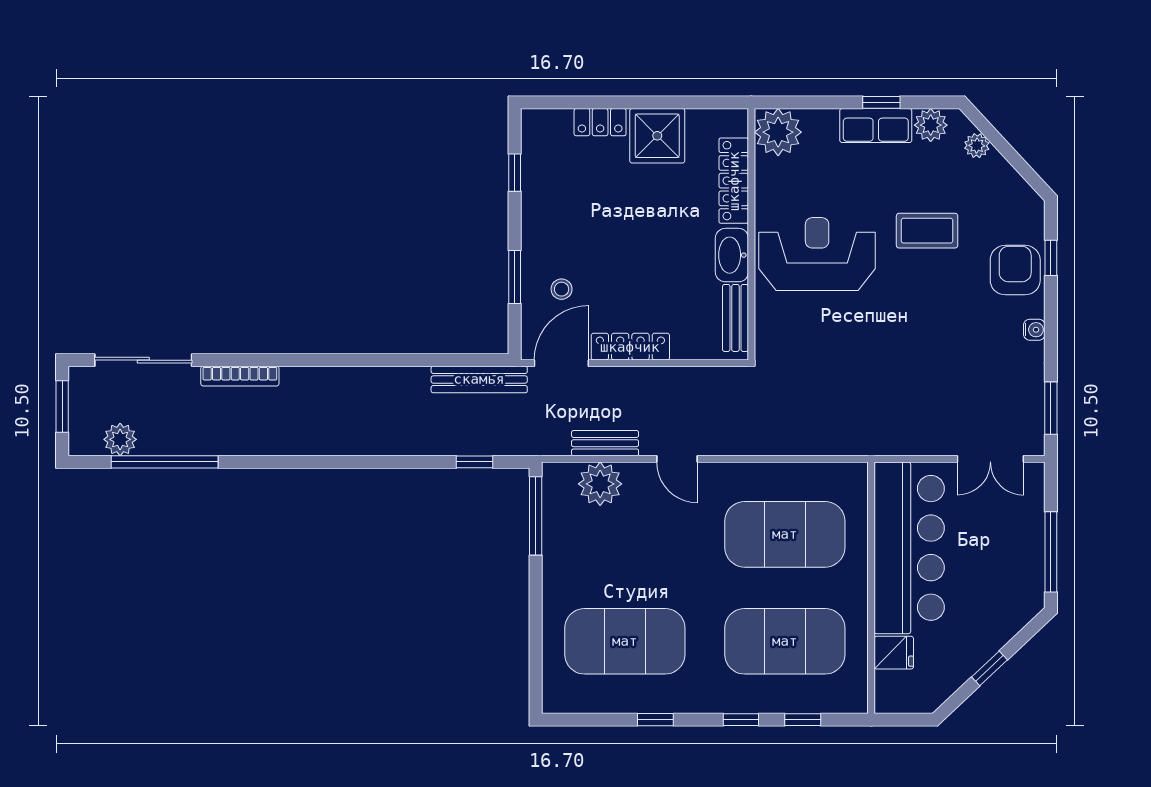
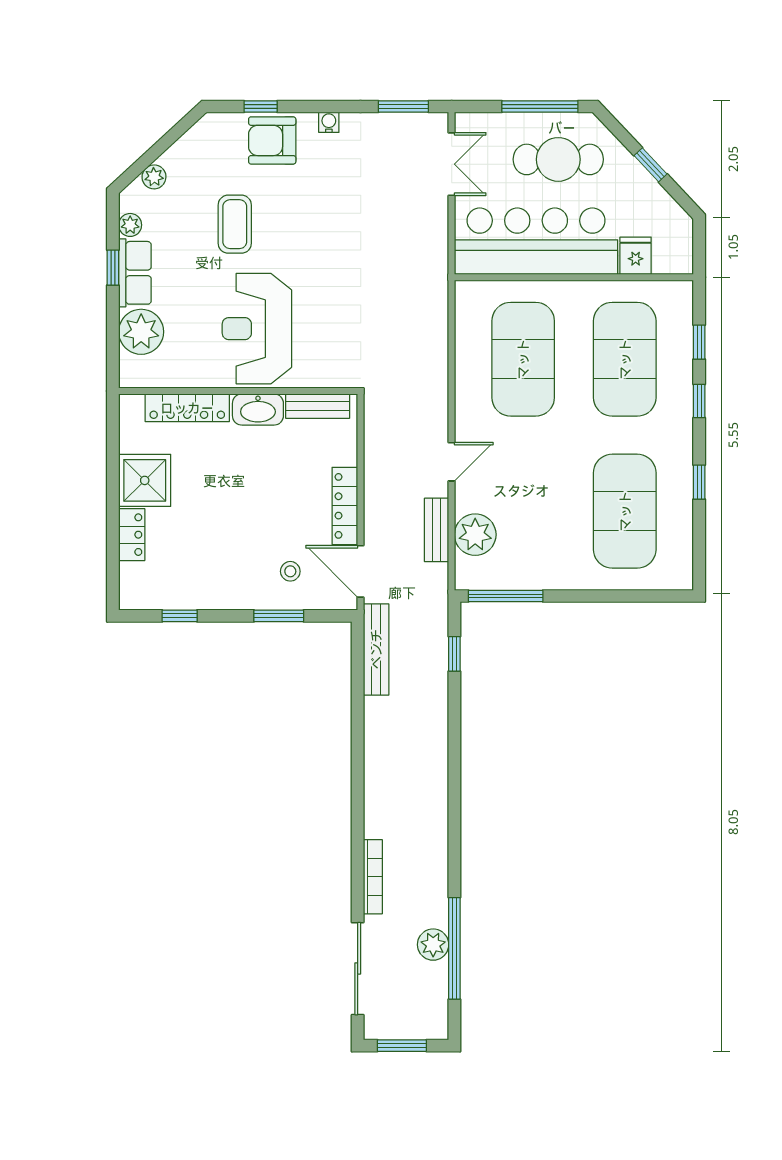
plant: (931, 125) -> (130, 225), width x0.73, depth x0.73
plant: (778, 132) -> (141, 332), moved
plant: (120, 439) -> (433, 945), moved
cafe table: (995, 571) -> (558, 159), added

